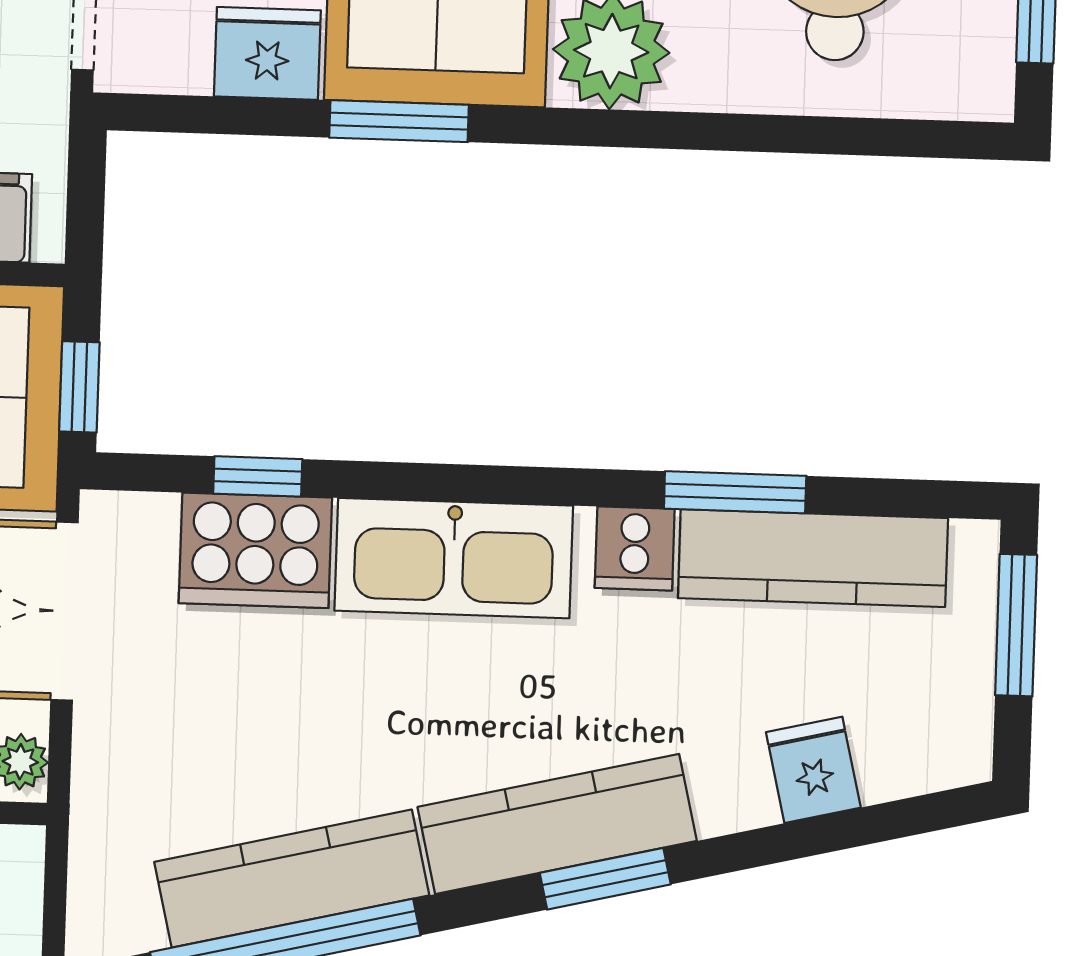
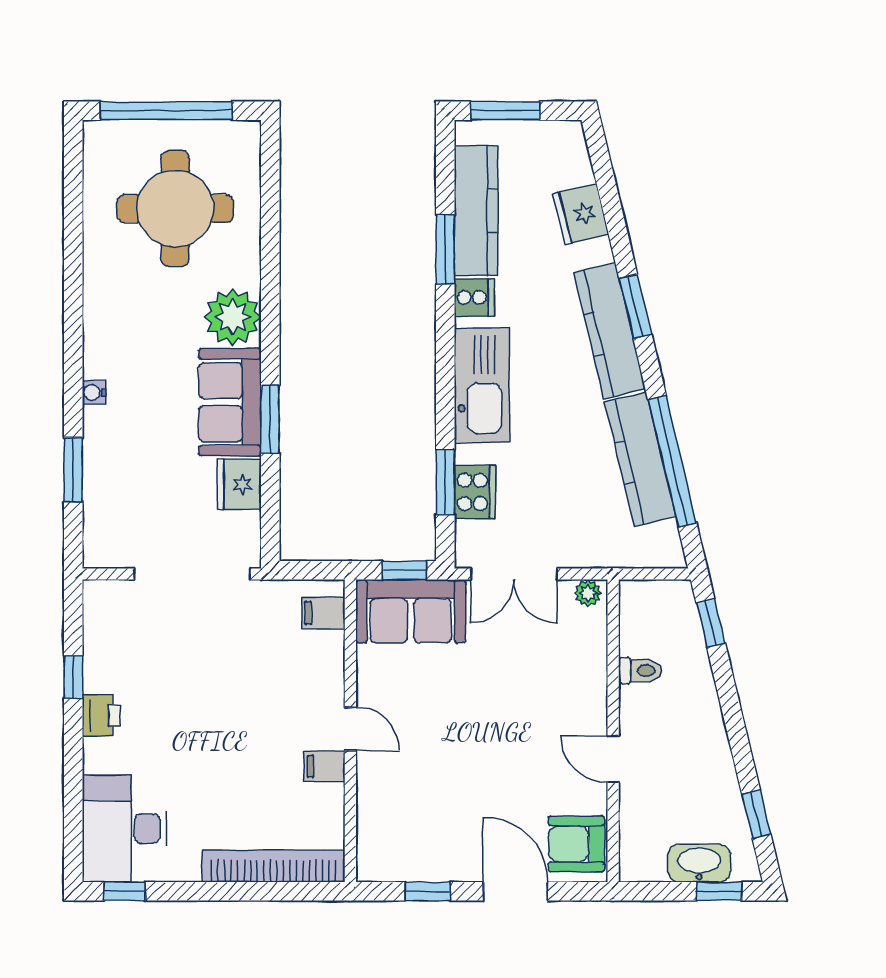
window: (258, 476) -> (445, 482), width x1.50
cooker: (255, 550) -> (475, 492), width x0.73, depth x0.76
fridge: (813, 770) -> (581, 214), width x1.38

